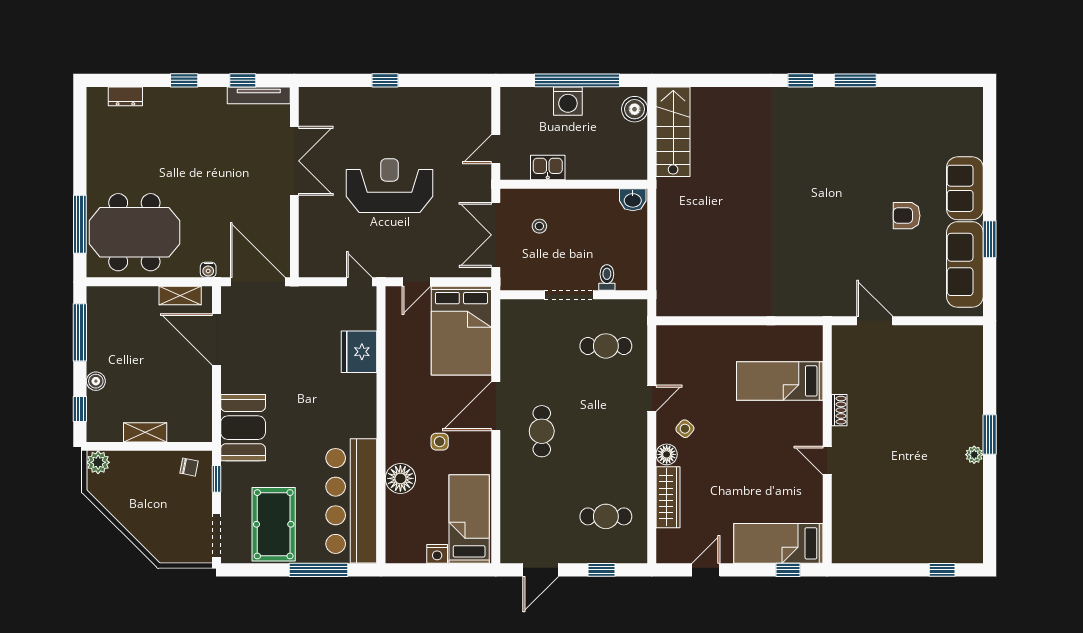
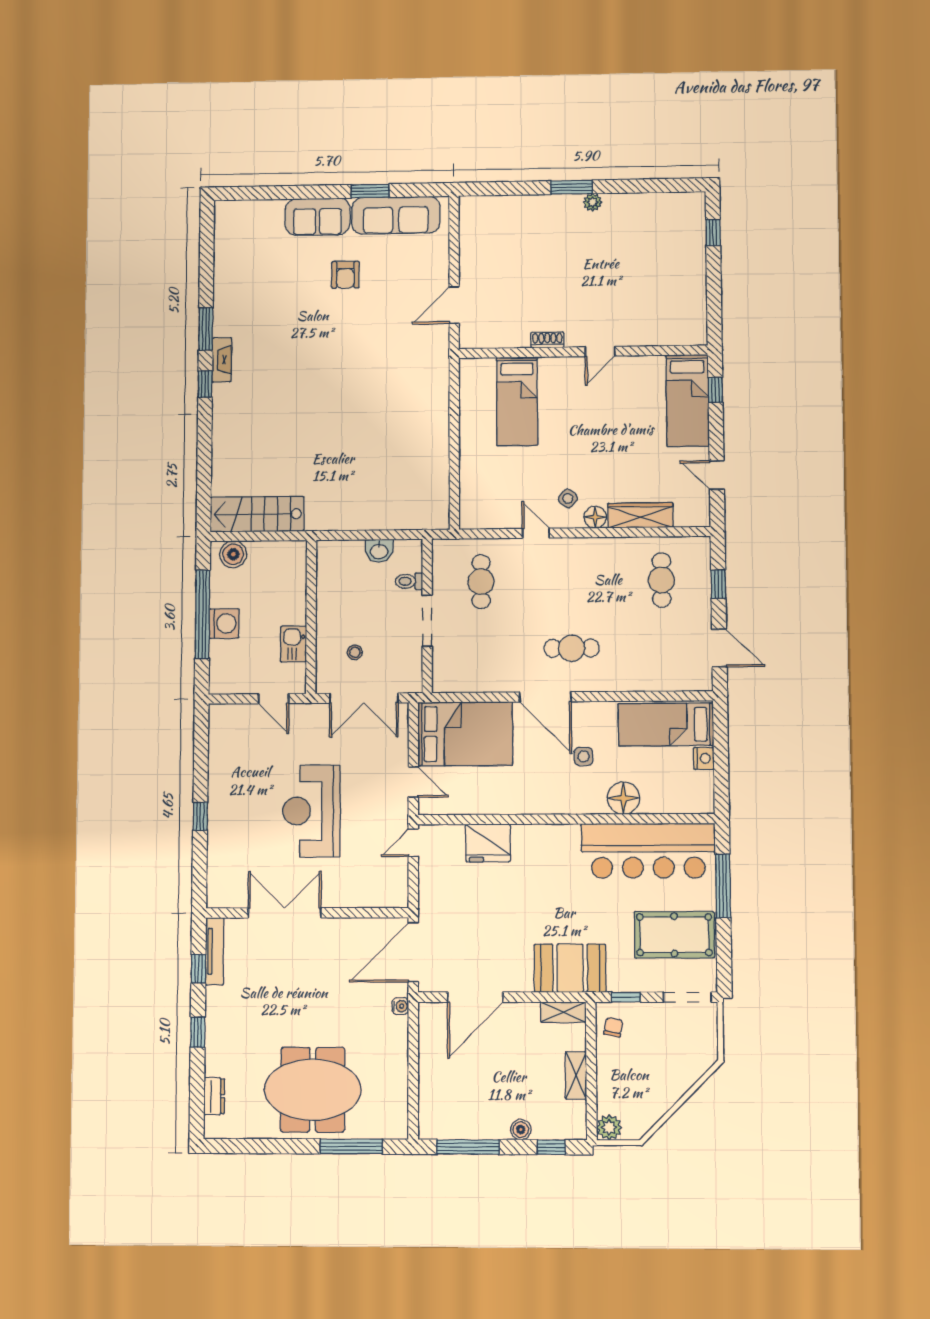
fireplace: (824, 96) -> (222, 360), added
washbasin: (633, 200) -> (379, 551), moved, turned 90
meeting table: (134, 232) -> (313, 1090), moved, turned 90
shelving: (180, 296) -> (563, 1012), moved, turned 90

